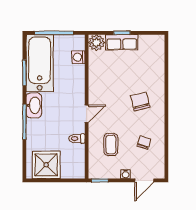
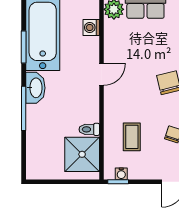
door: (87, 114) -> (102, 74), moved
shower: (46, 165) -> (82, 154), moved
water cooler: (126, 174) -> (121, 174), moved

